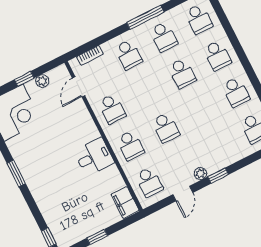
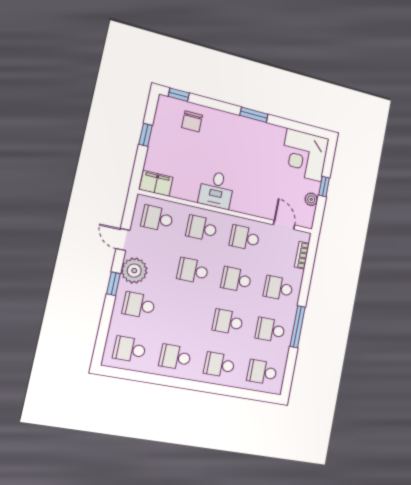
school desk: (147, 91) -> (236, 280), added
school desk: (219, 146) -> (139, 305), added
plant: (200, 173) -> (134, 271), width x1.88, depth x1.88
chair: (60, 213) -> (192, 121), added

